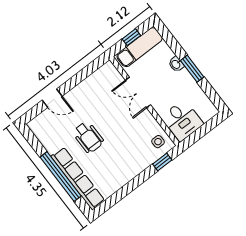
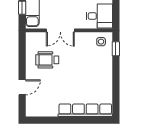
wheelchair: (88, 137) -> (47, 60), moved, turned 180
window: (61, 177) -> (76, 120), removed

